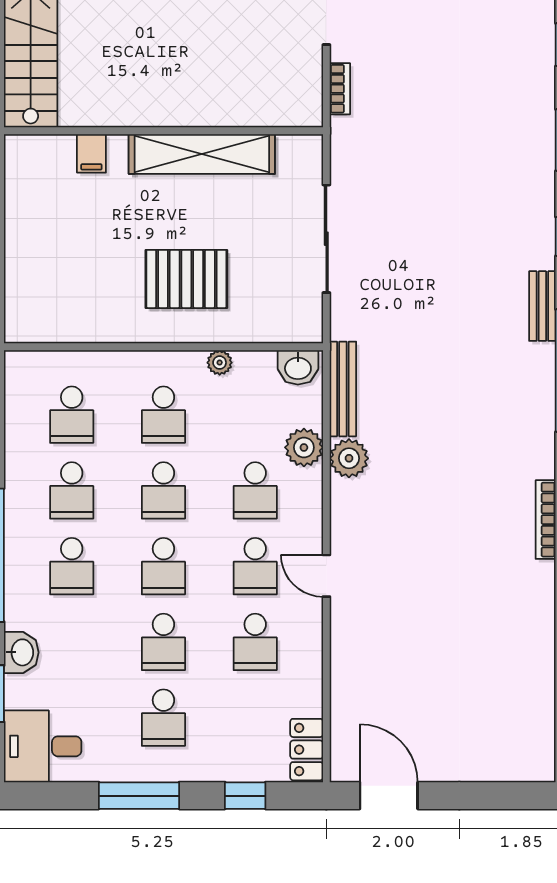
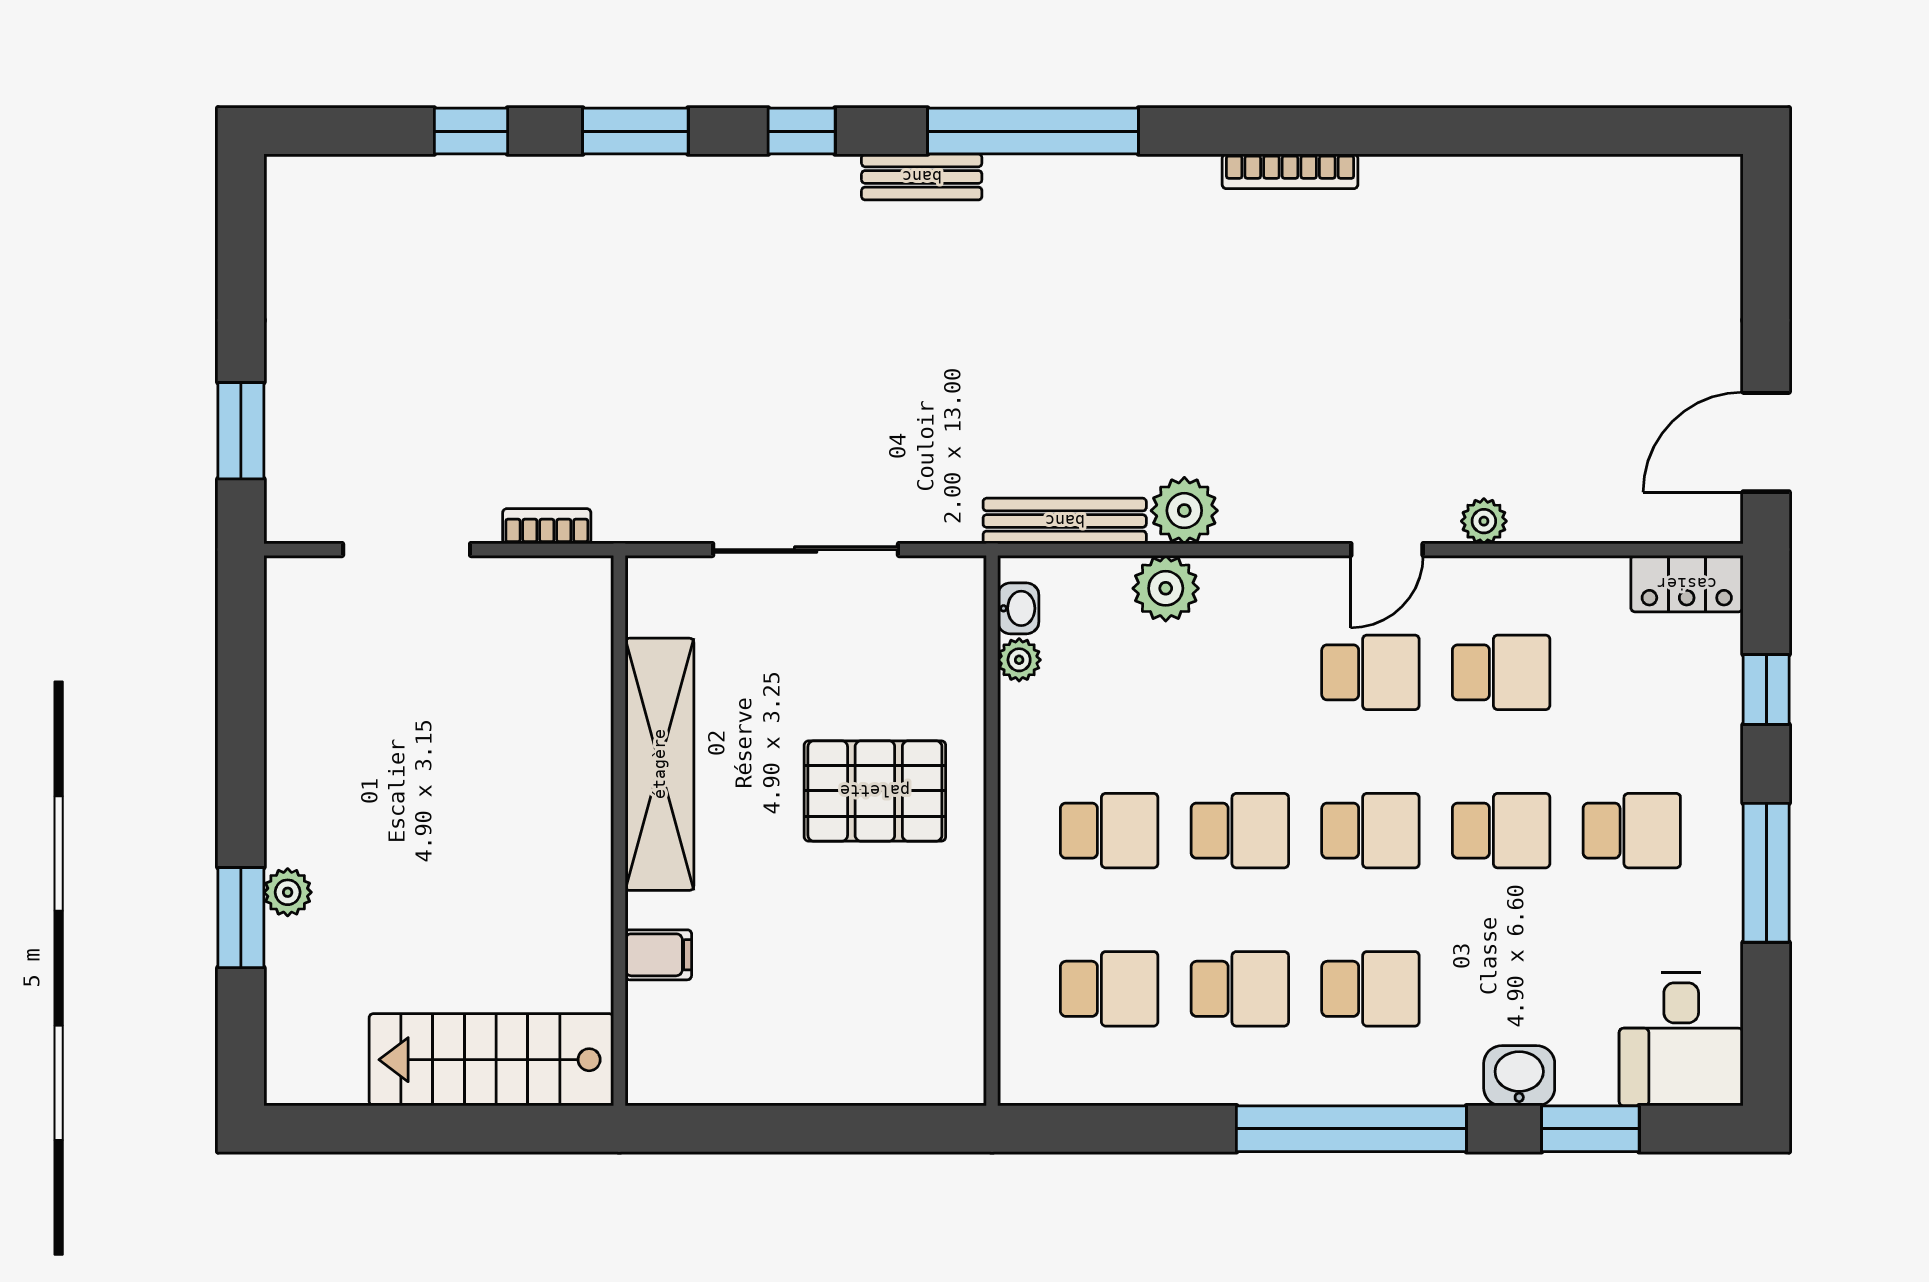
pallet: (186, 279) -> (875, 791), turned 90
plant: (220, 363) -> (1019, 660), moved
washbasin: (298, 367) -> (1018, 608), width x0.72, depth x0.69
school desk: (255, 490) -> (1240, 672), removed
plant: (343, 632) -> (1484, 521), added

